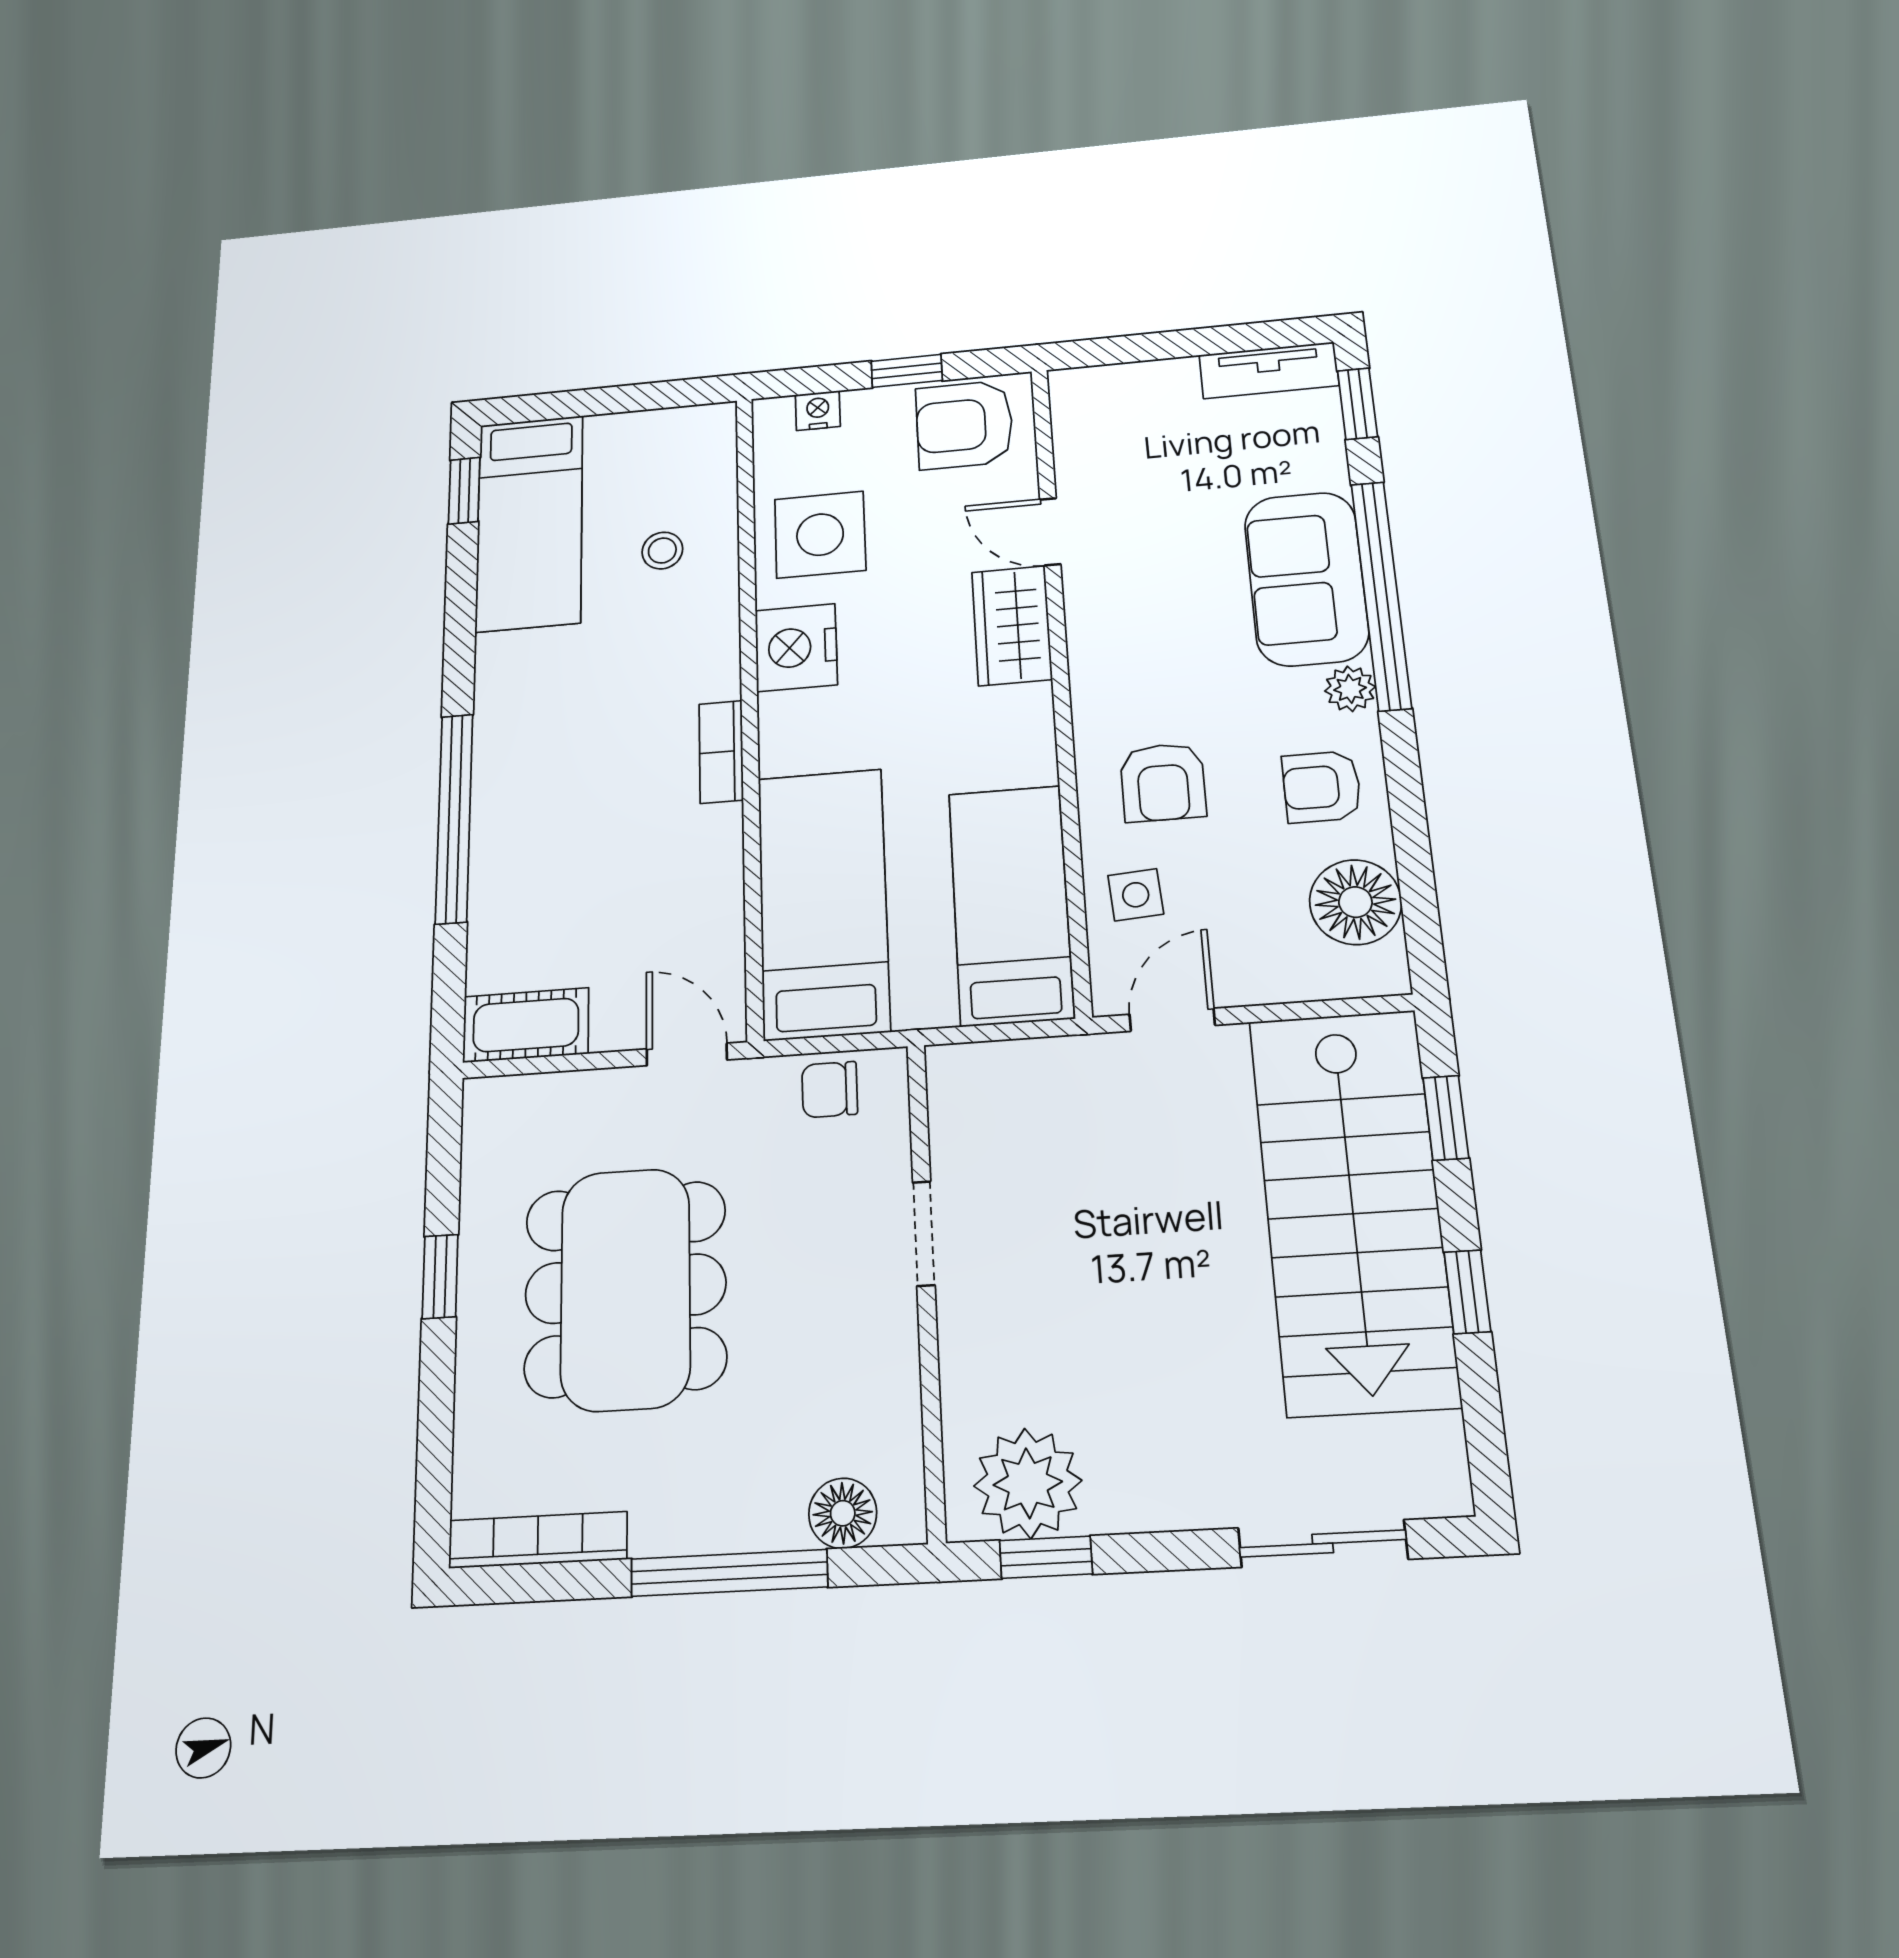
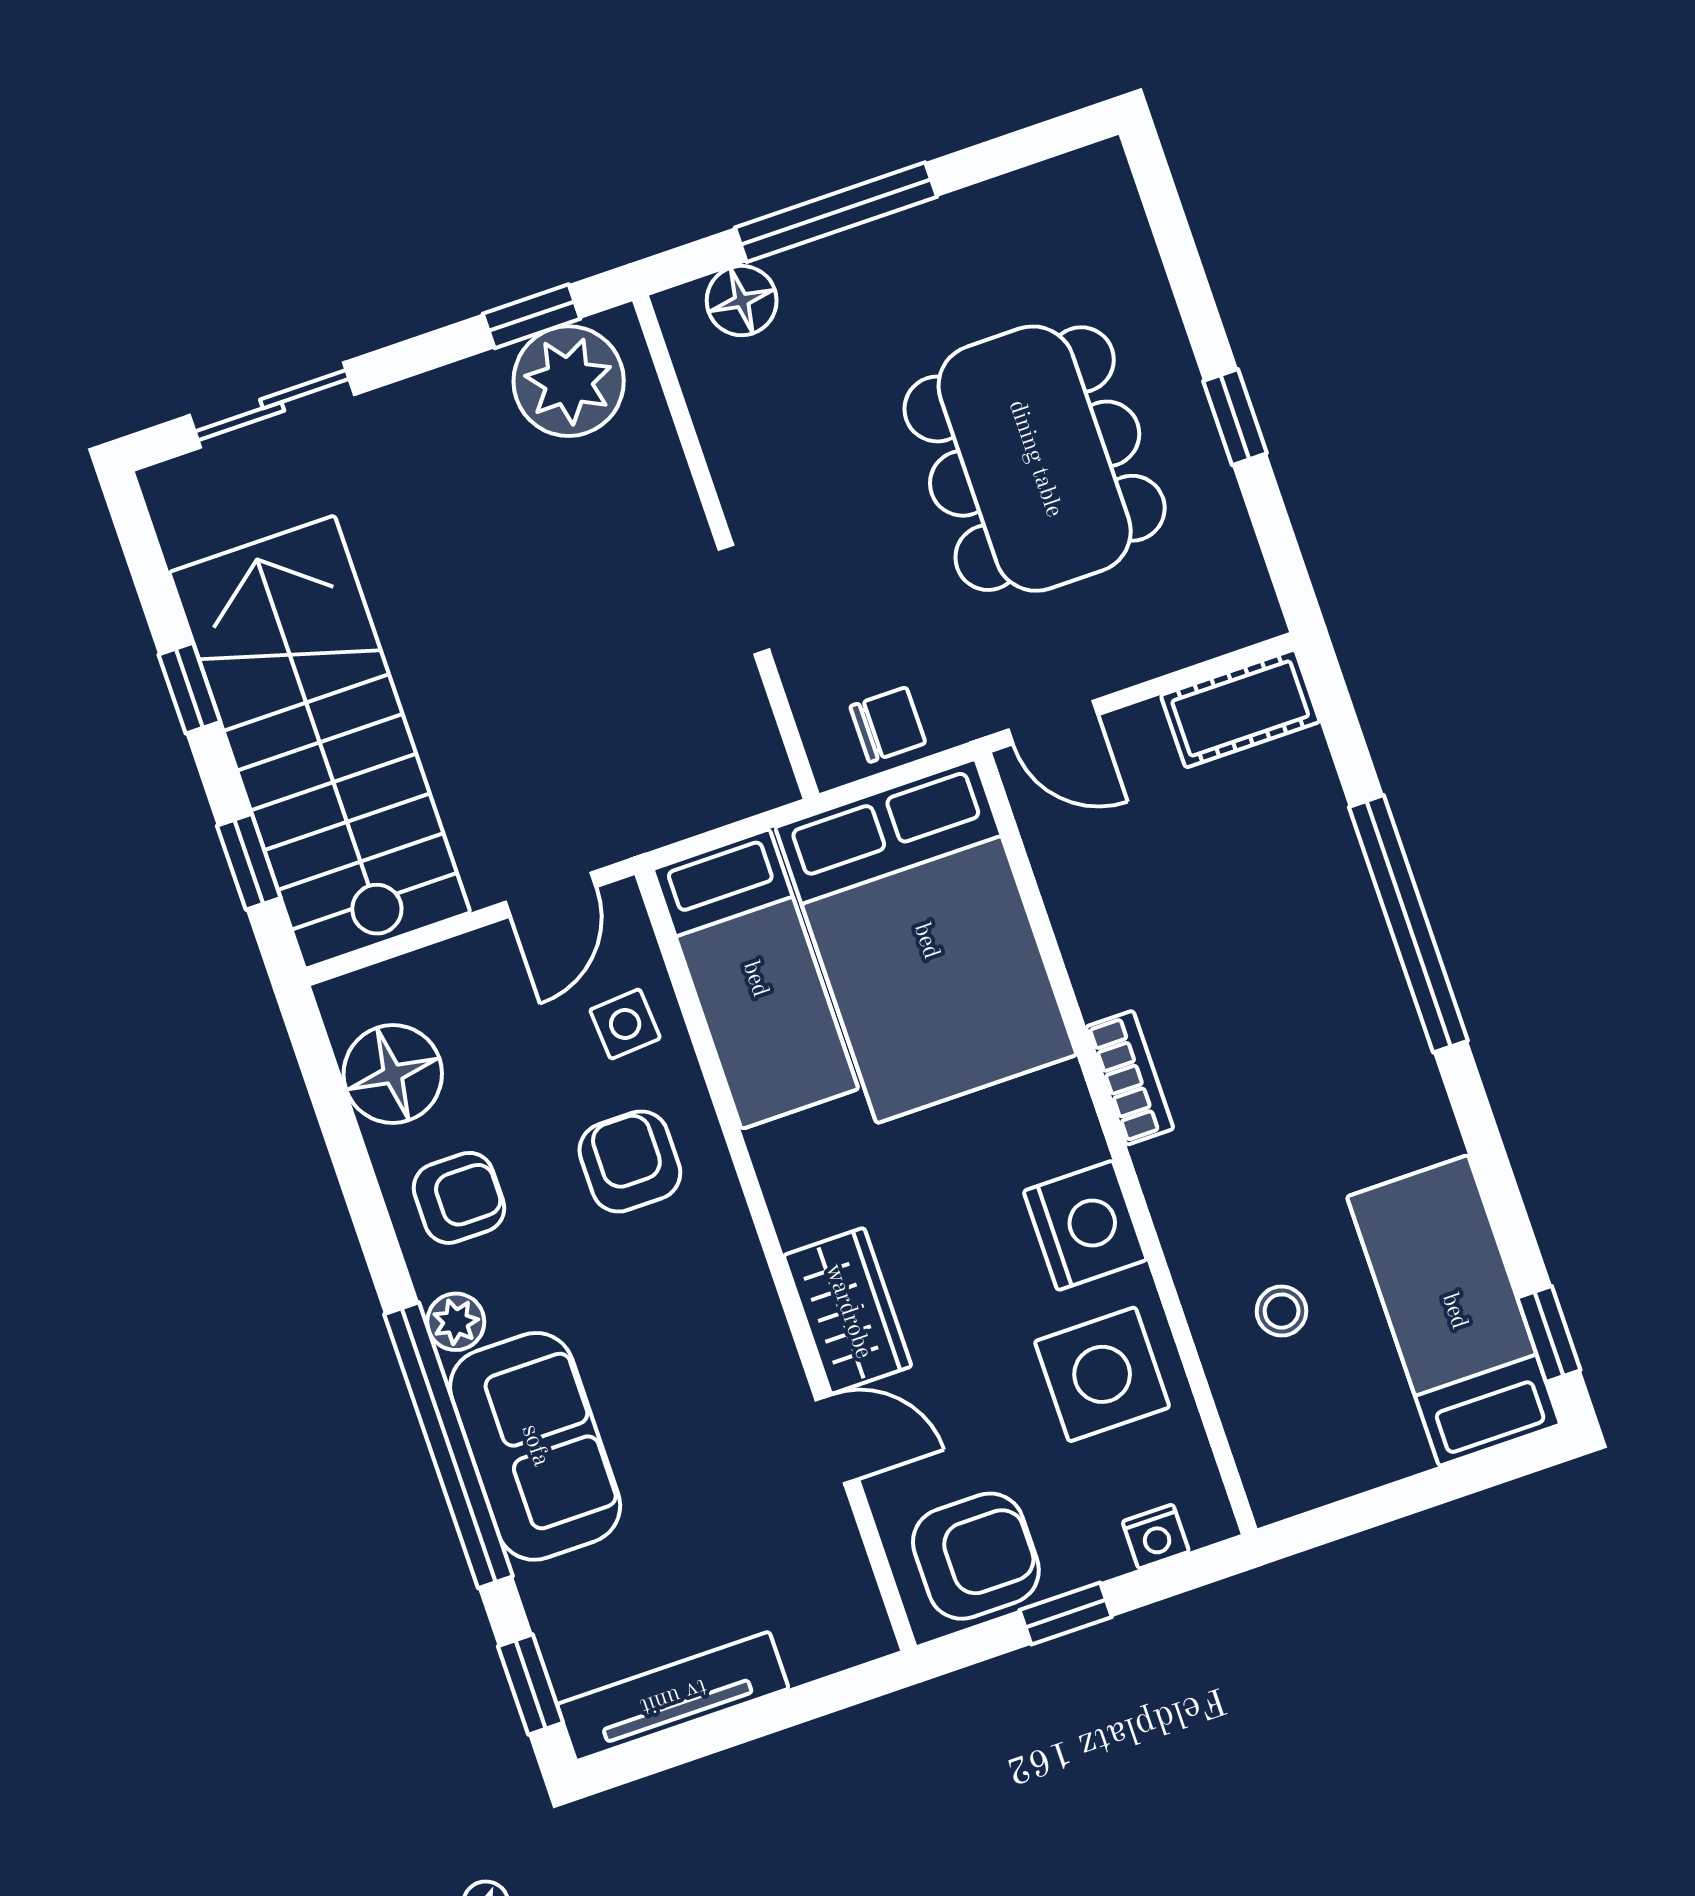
tv unit: (1269, 370) -> (673, 1696), width x1.41
bed: (823, 903) -> (926, 941), width x1.50
bookcase: (538, 1540) -> (1038, 188), removed

